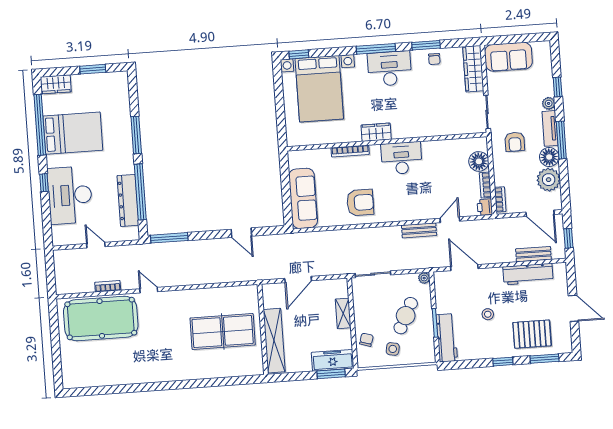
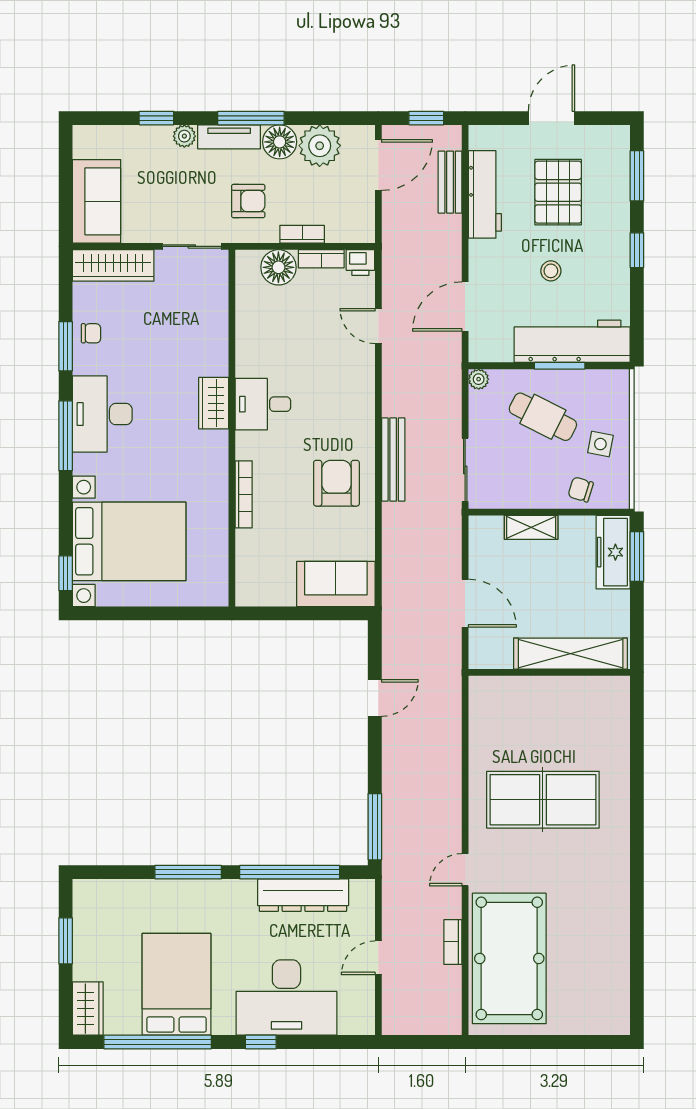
wardrobe: (376, 132) -> (214, 403), moved
desk: (401, 158) -> (263, 404), width x0.73
sofa: (303, 198) -> (336, 584), width x0.73
bookcase: (500, 199) -> (302, 234), moved
bench: (419, 230) -> (393, 459), moved, width x1.36
table tennis table: (223, 332) -> (543, 800), moved, turned 90
pallet: (532, 334) -> (558, 192), moved
workbench: (447, 338) -> (572, 341), width x1.36, depth x1.32

